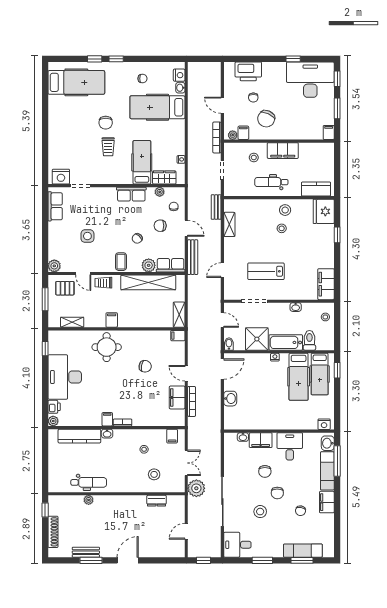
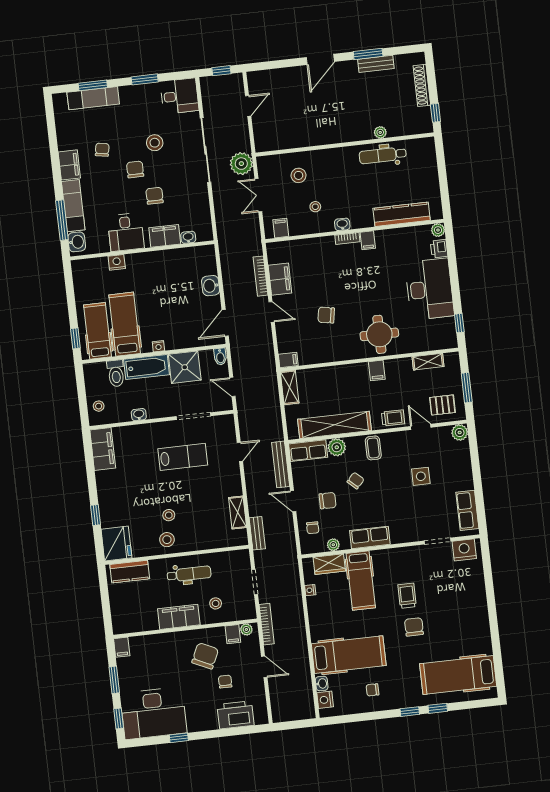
nightstand: (324, 424) -> (117, 262), moved
washbasin: (107, 434) -> (342, 224), moved
dresser: (157, 501) -> (291, 142), removed

